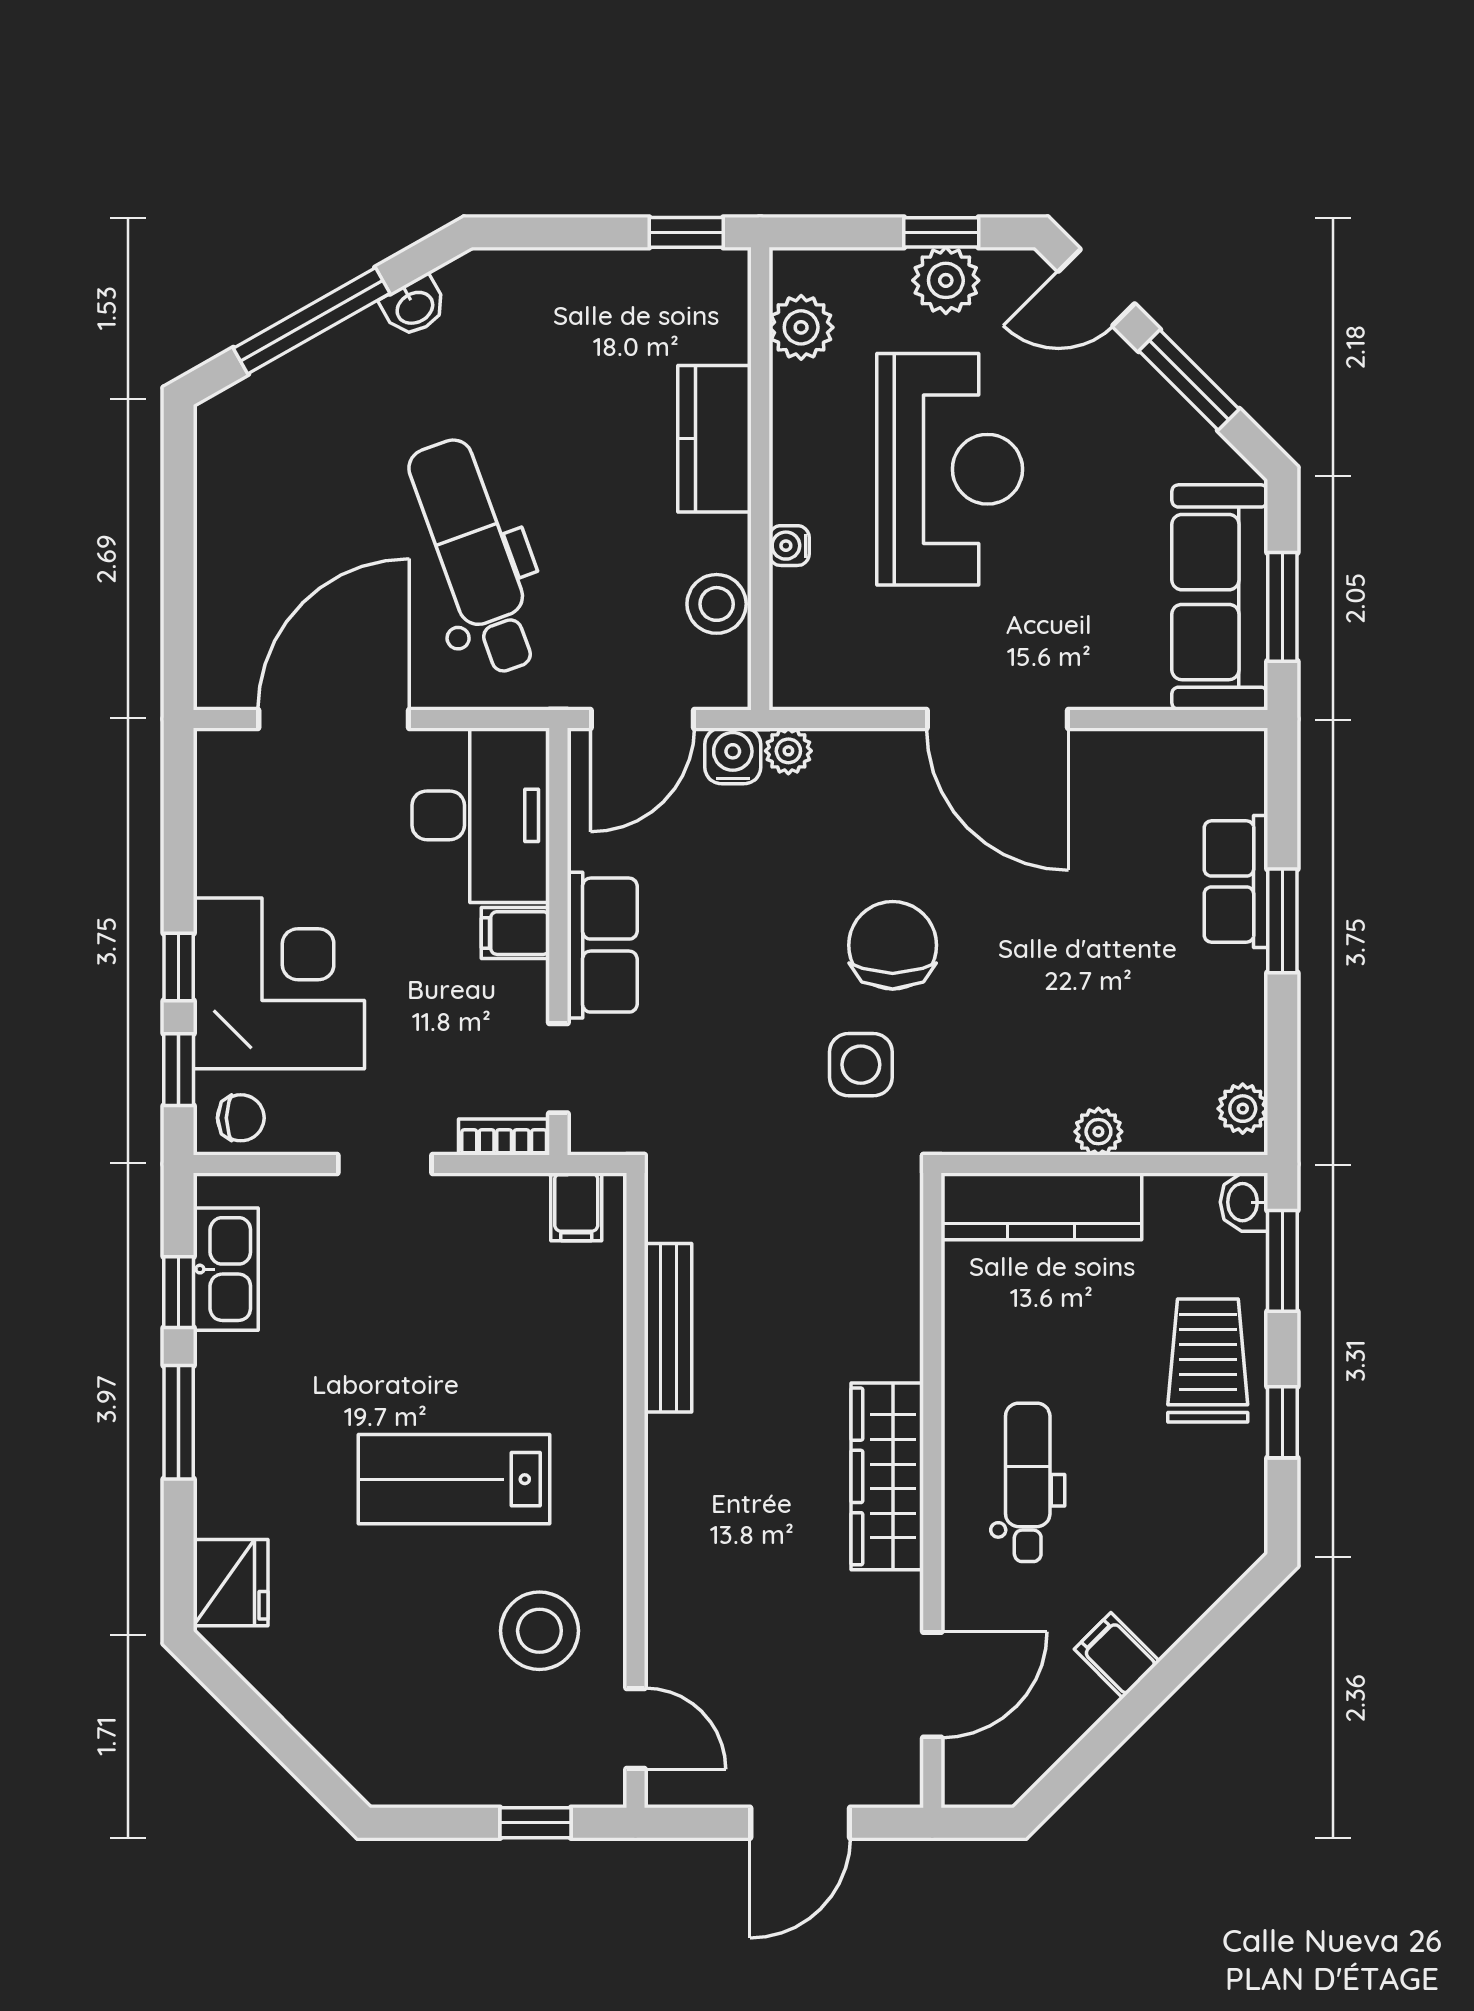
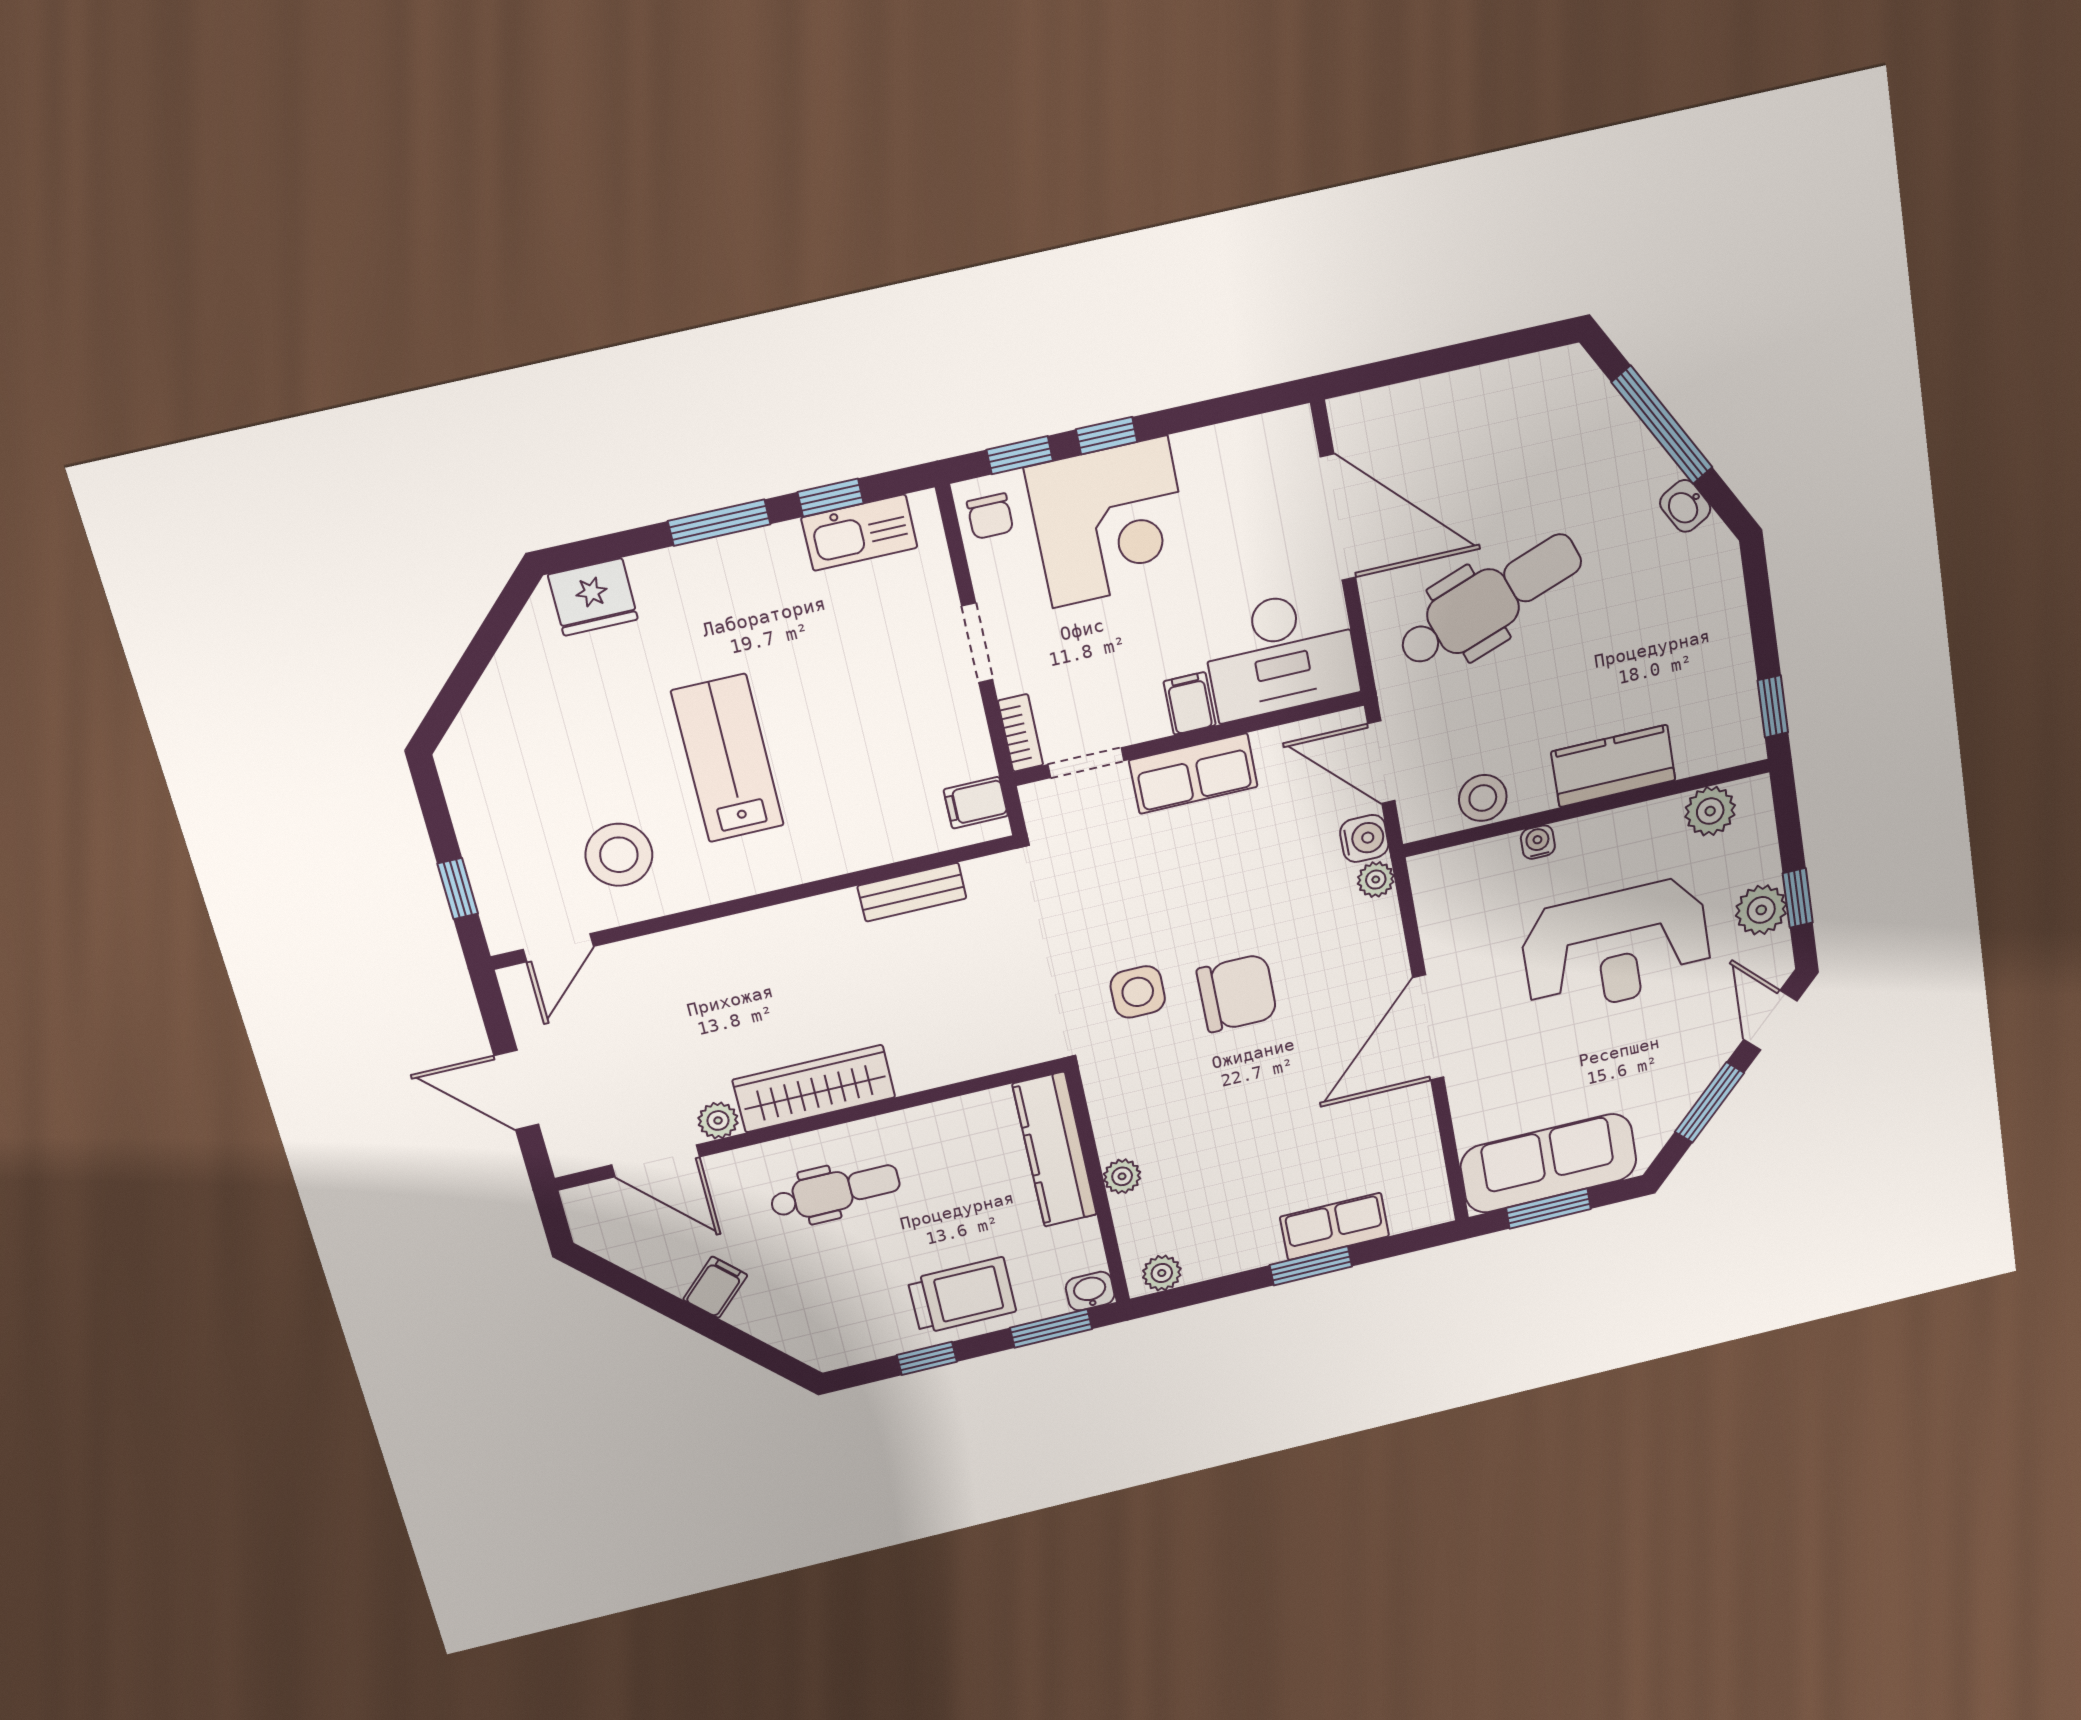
bench: (668, 1328) -> (912, 892), width x0.73
plant: (899, 1599) -> (718, 1120), added

